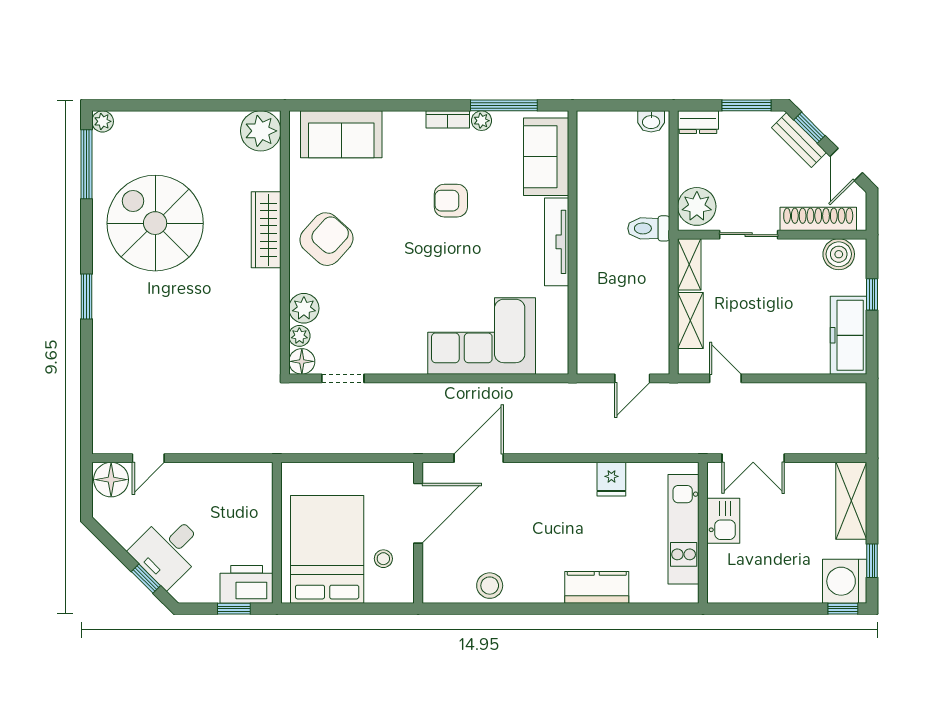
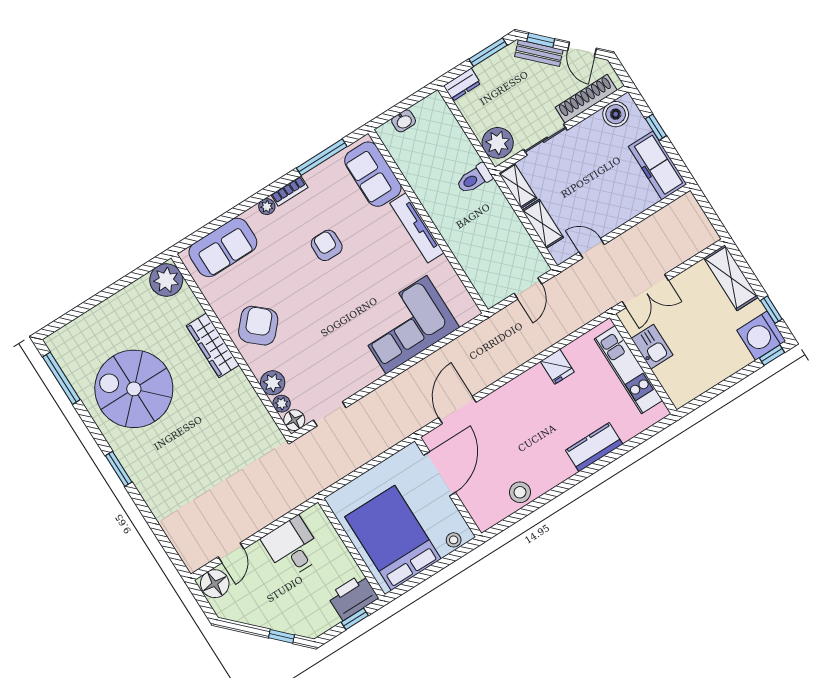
plant: (103, 121) -> (54, 342), removed
plant: (482, 121) -> (267, 207), moved
washbasin: (651, 121) -> (404, 121), moved
armchair: (451, 201) -> (327, 245), turned 90
desk: (168, 550) -> (292, 547), moved, turned 135
stool: (383, 559) -> (454, 540), moved

